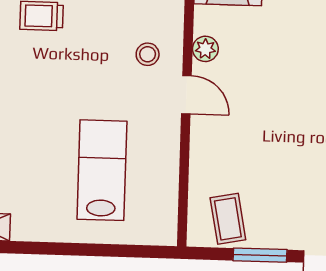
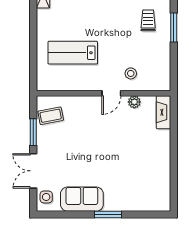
lab bench: (102, 170) -> (73, 53), turned 180

